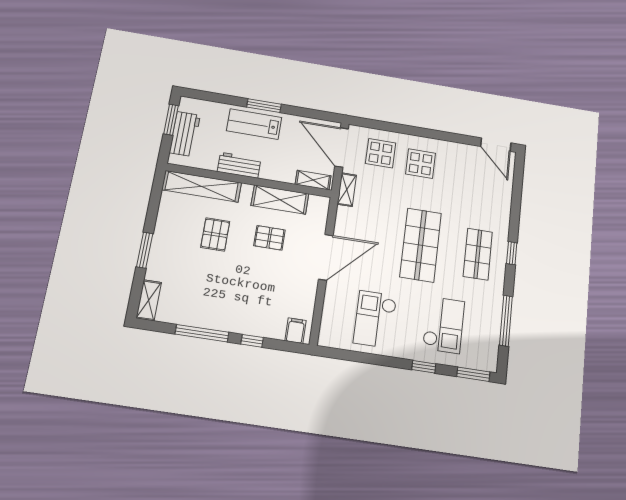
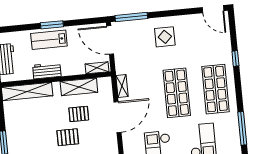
window: (379, 125) -> (131, 17), added
display table: (381, 153) -> (137, 37), removed
shelving: (347, 190) -> (122, 86), moved
pallet: (215, 234) -> (68, 137), moved, turned 90
window: (512, 253) -> (235, 59), moved
shop shelf: (478, 254) -> (215, 89), width x1.43, depth x1.36

